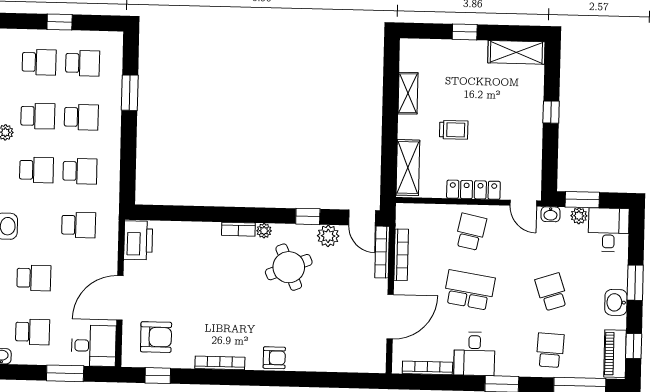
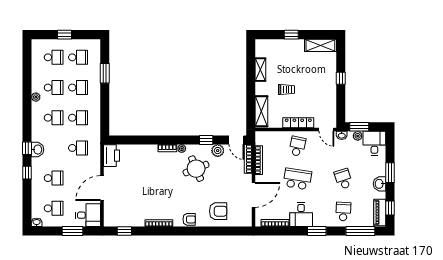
armchair: (156, 337) -> (218, 211), moved

